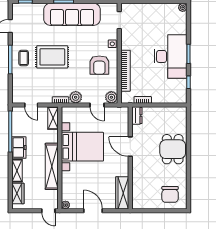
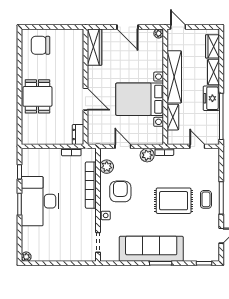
plant: (111, 97) -> (107, 167), moved
shelving: (53, 118) -> (173, 117), moved
chair: (170, 194) -> (40, 45), turned -90

